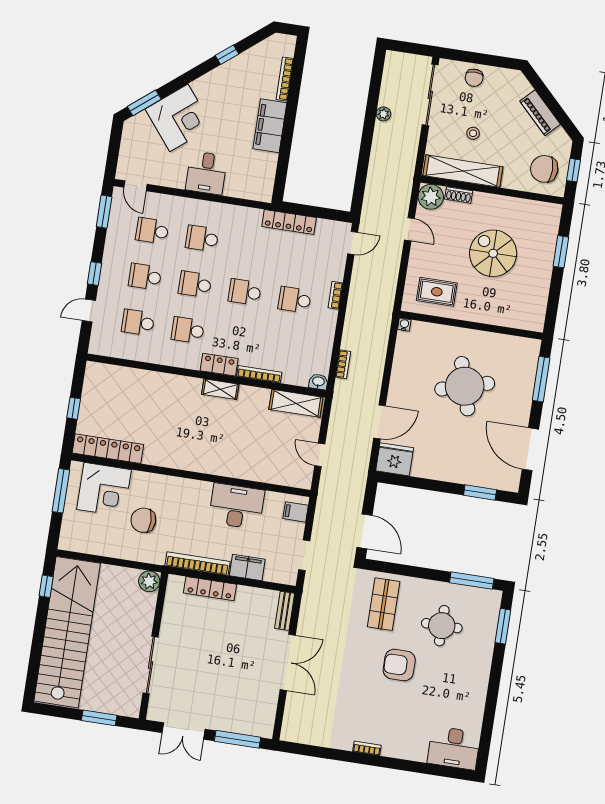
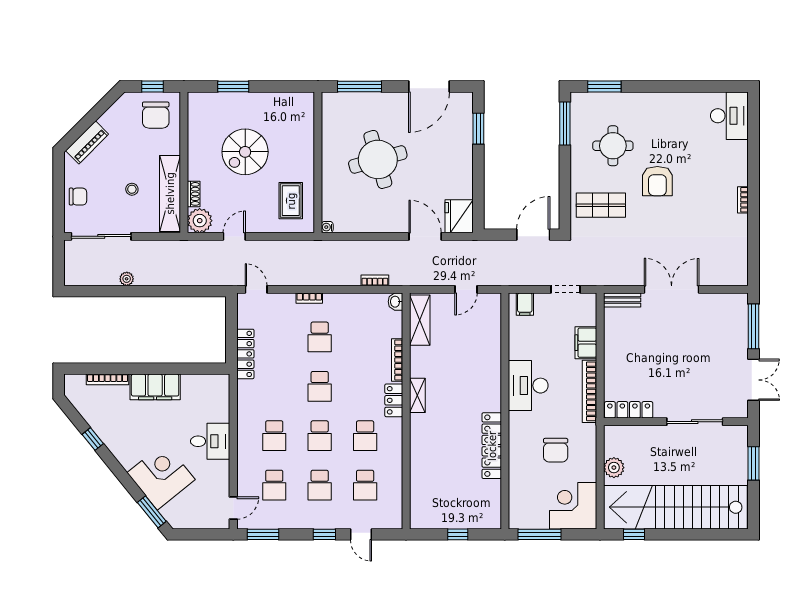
piano: (540, 113) -> (87, 142), moved
locker: (108, 449) -> (492, 446), moved
corner desk: (104, 490) -> (573, 506), moved, turned -90
desk: (237, 506) -> (528, 386), moved
plant: (149, 581) -> (614, 468), moved
locker: (210, 589) -> (629, 410), moved, turned -90

